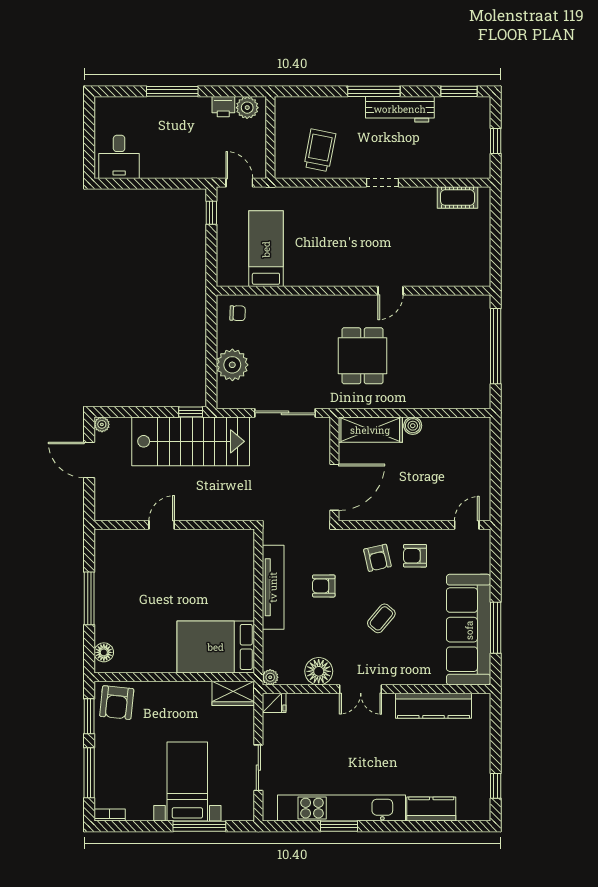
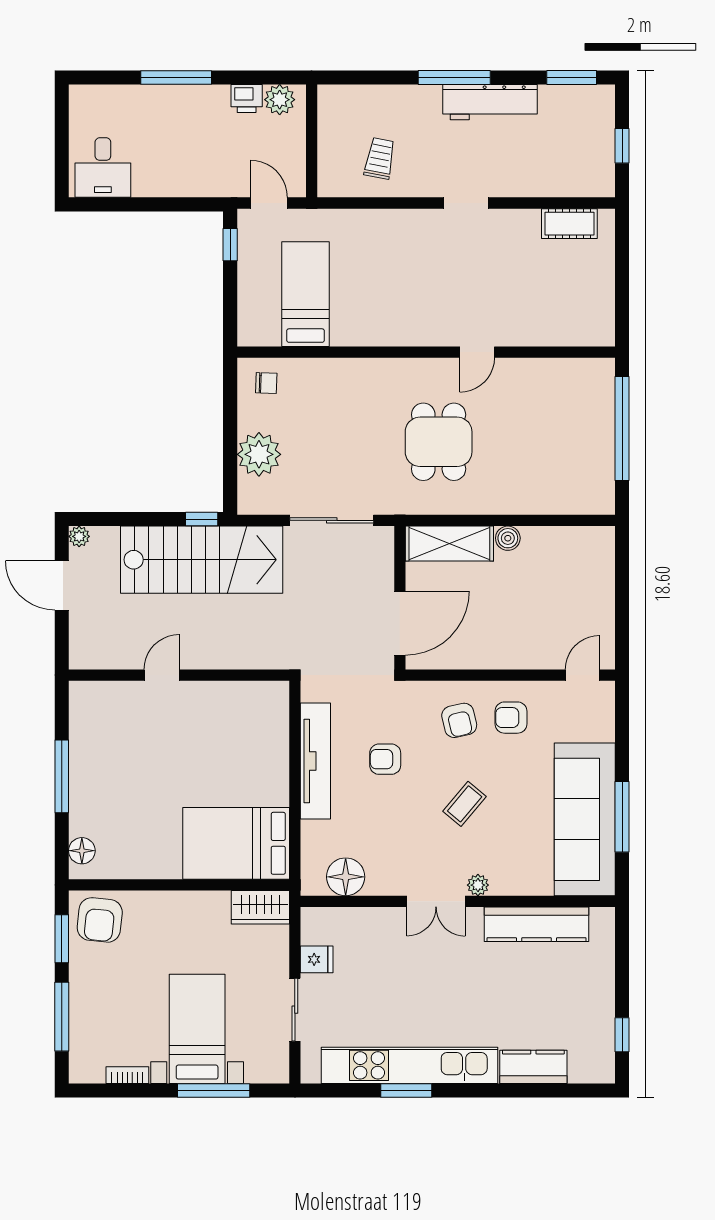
trolley: (320, 150) -> (380, 158), width x0.73, depth x0.72
floor lamp: (319, 671) -> (346, 877), moved
plant: (270, 677) -> (478, 885), moved
fridge: (274, 703) -> (317, 959), moved
bookcase: (110, 815) -> (127, 1075), moved

